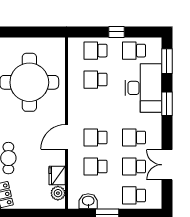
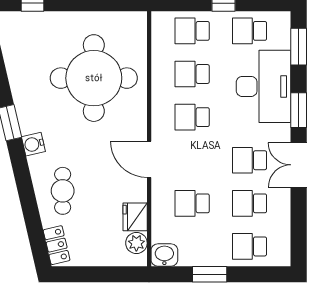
door: (66, 137) -> (149, 159), hinge flipped
school desk: (95, 138) -> (192, 117), moved
double door: (167, 165) -> (299, 165), moved
washbasin: (88, 201) -> (164, 255), moved

